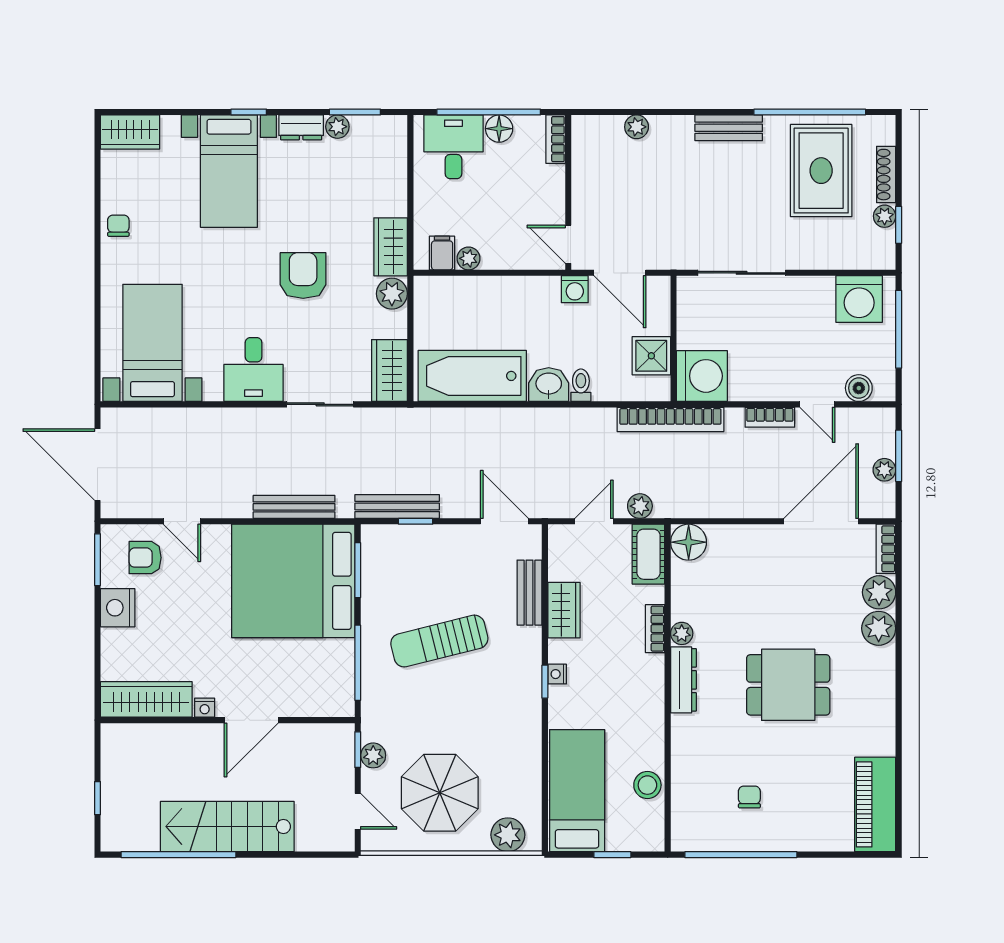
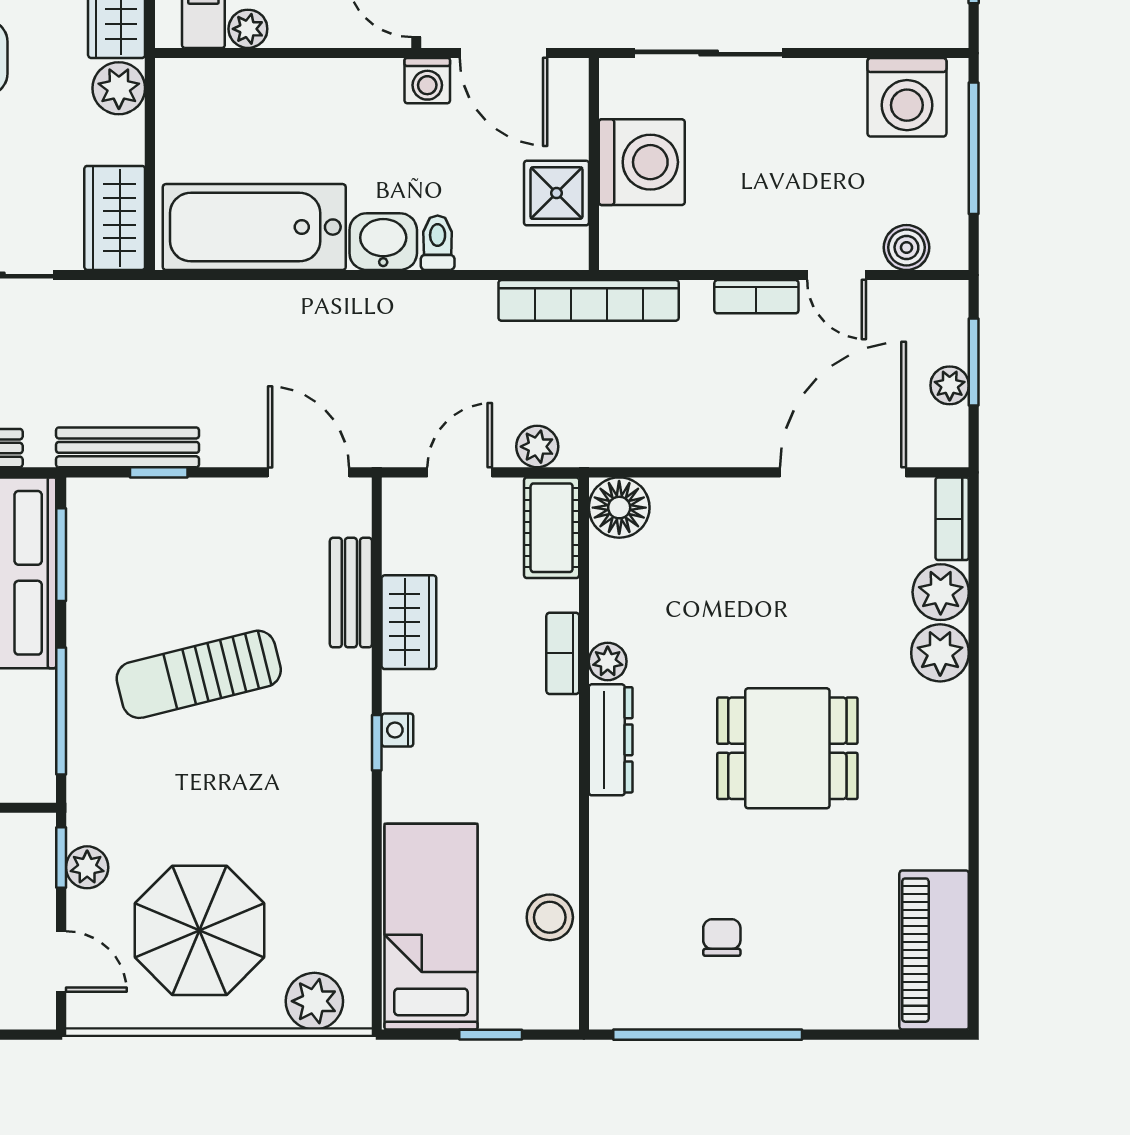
washing machine: (702, 376) -> (642, 162), moved

